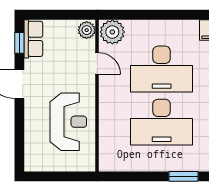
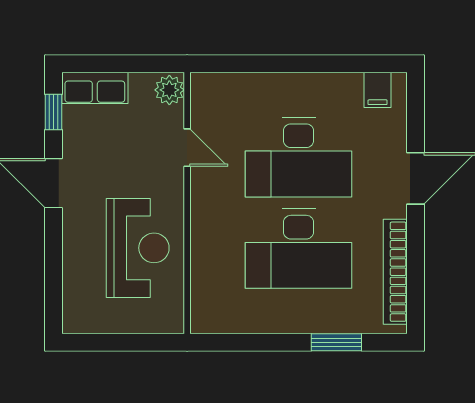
plant: (112, 32) -> (214, 93), removed
row of seats: (33, 39) -> (95, 88), moved, turned 90

